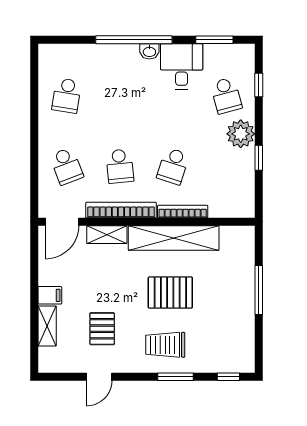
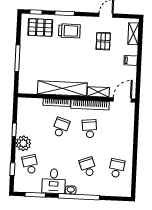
school desk: (67, 166) -> (88, 167), moved
pallet: (170, 293) -> (40, 27), moved
shelving: (47, 326) -> (133, 34), moved

